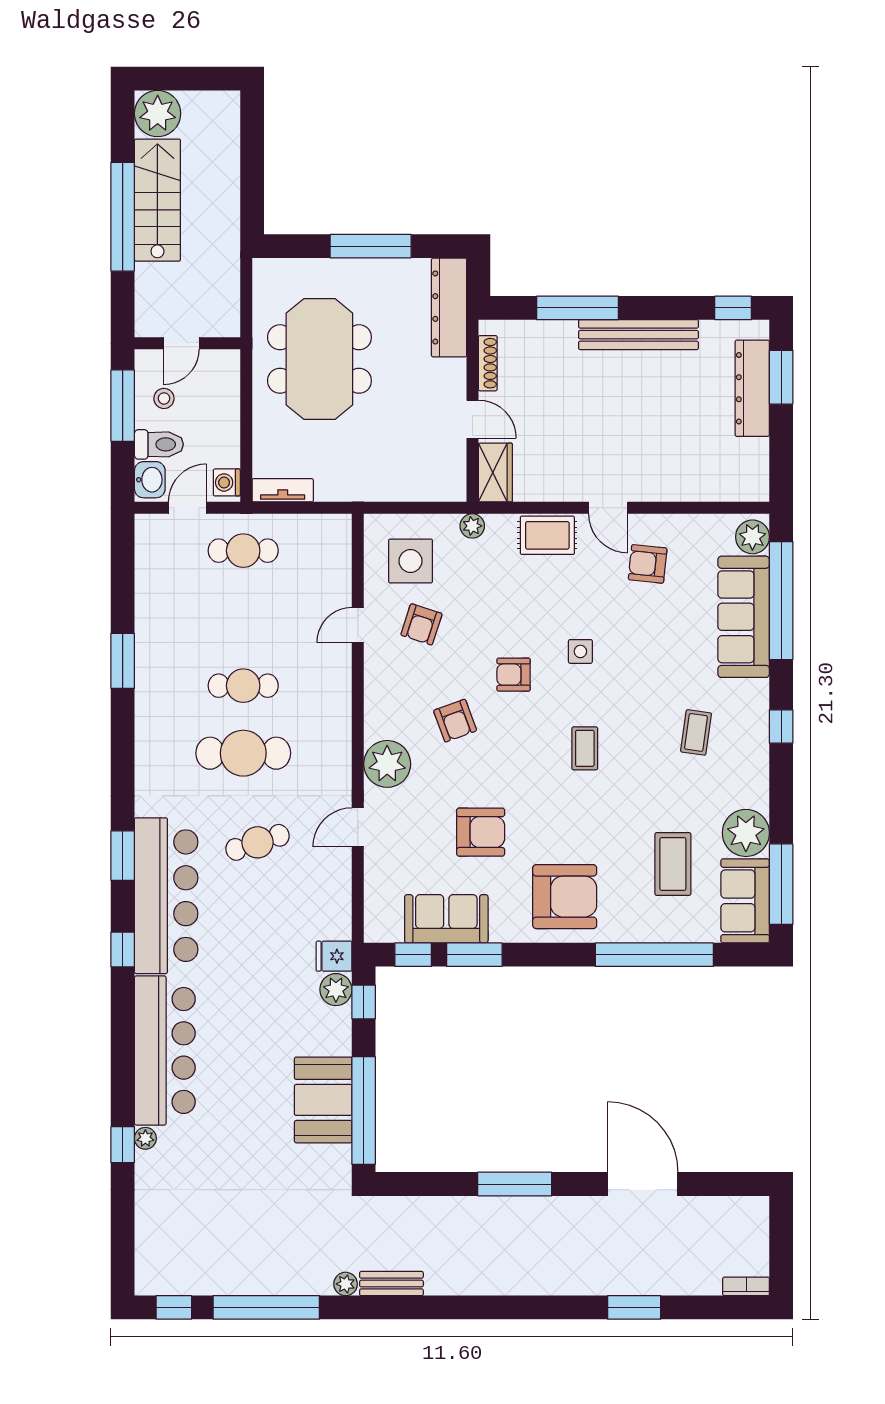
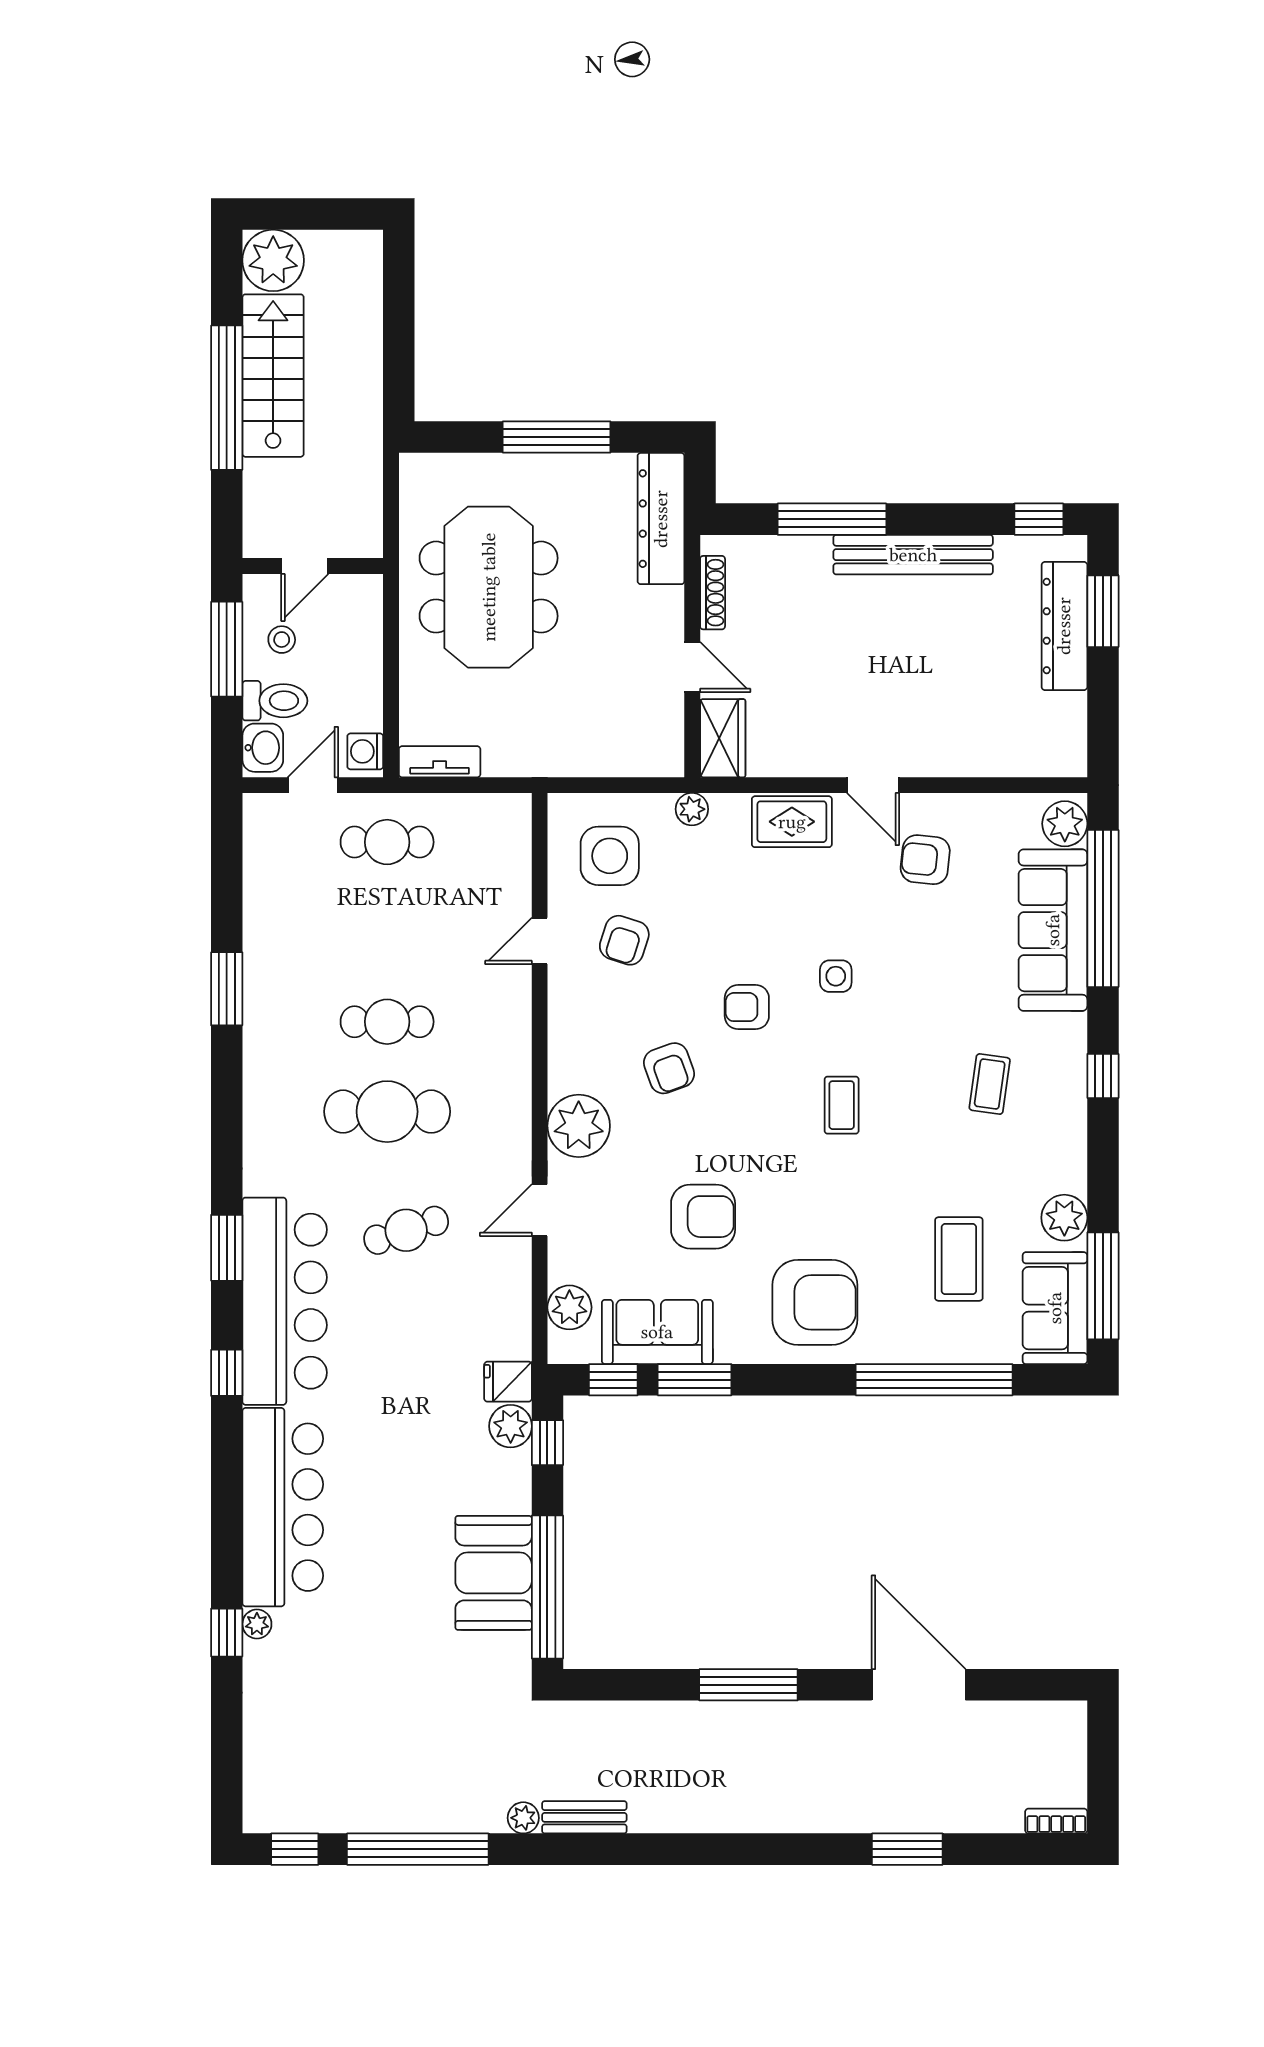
plant: (746, 833) -> (1064, 1218), width x0.73, depth x0.73
plant: (380, 900) -> (569, 1307), added

